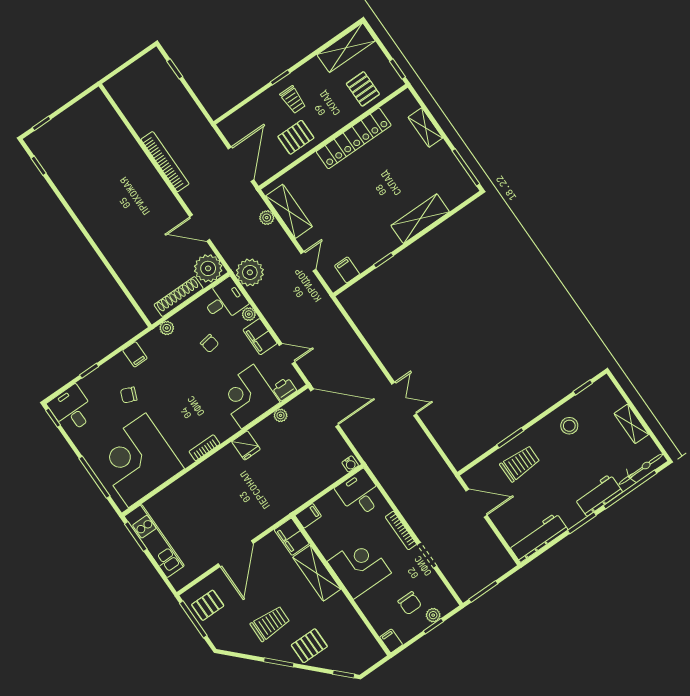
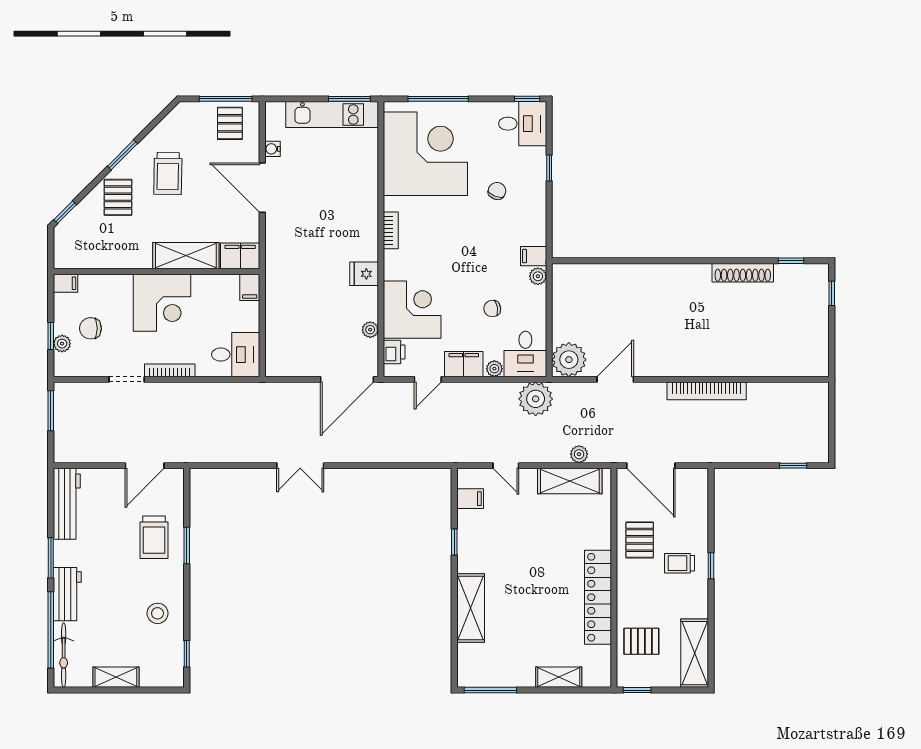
shoe rack: (179, 297) -> (743, 273), moved, turned 90
filing cabinet: (135, 354) -> (534, 256), moved
water cooler: (350, 464) -> (272, 149), moved

